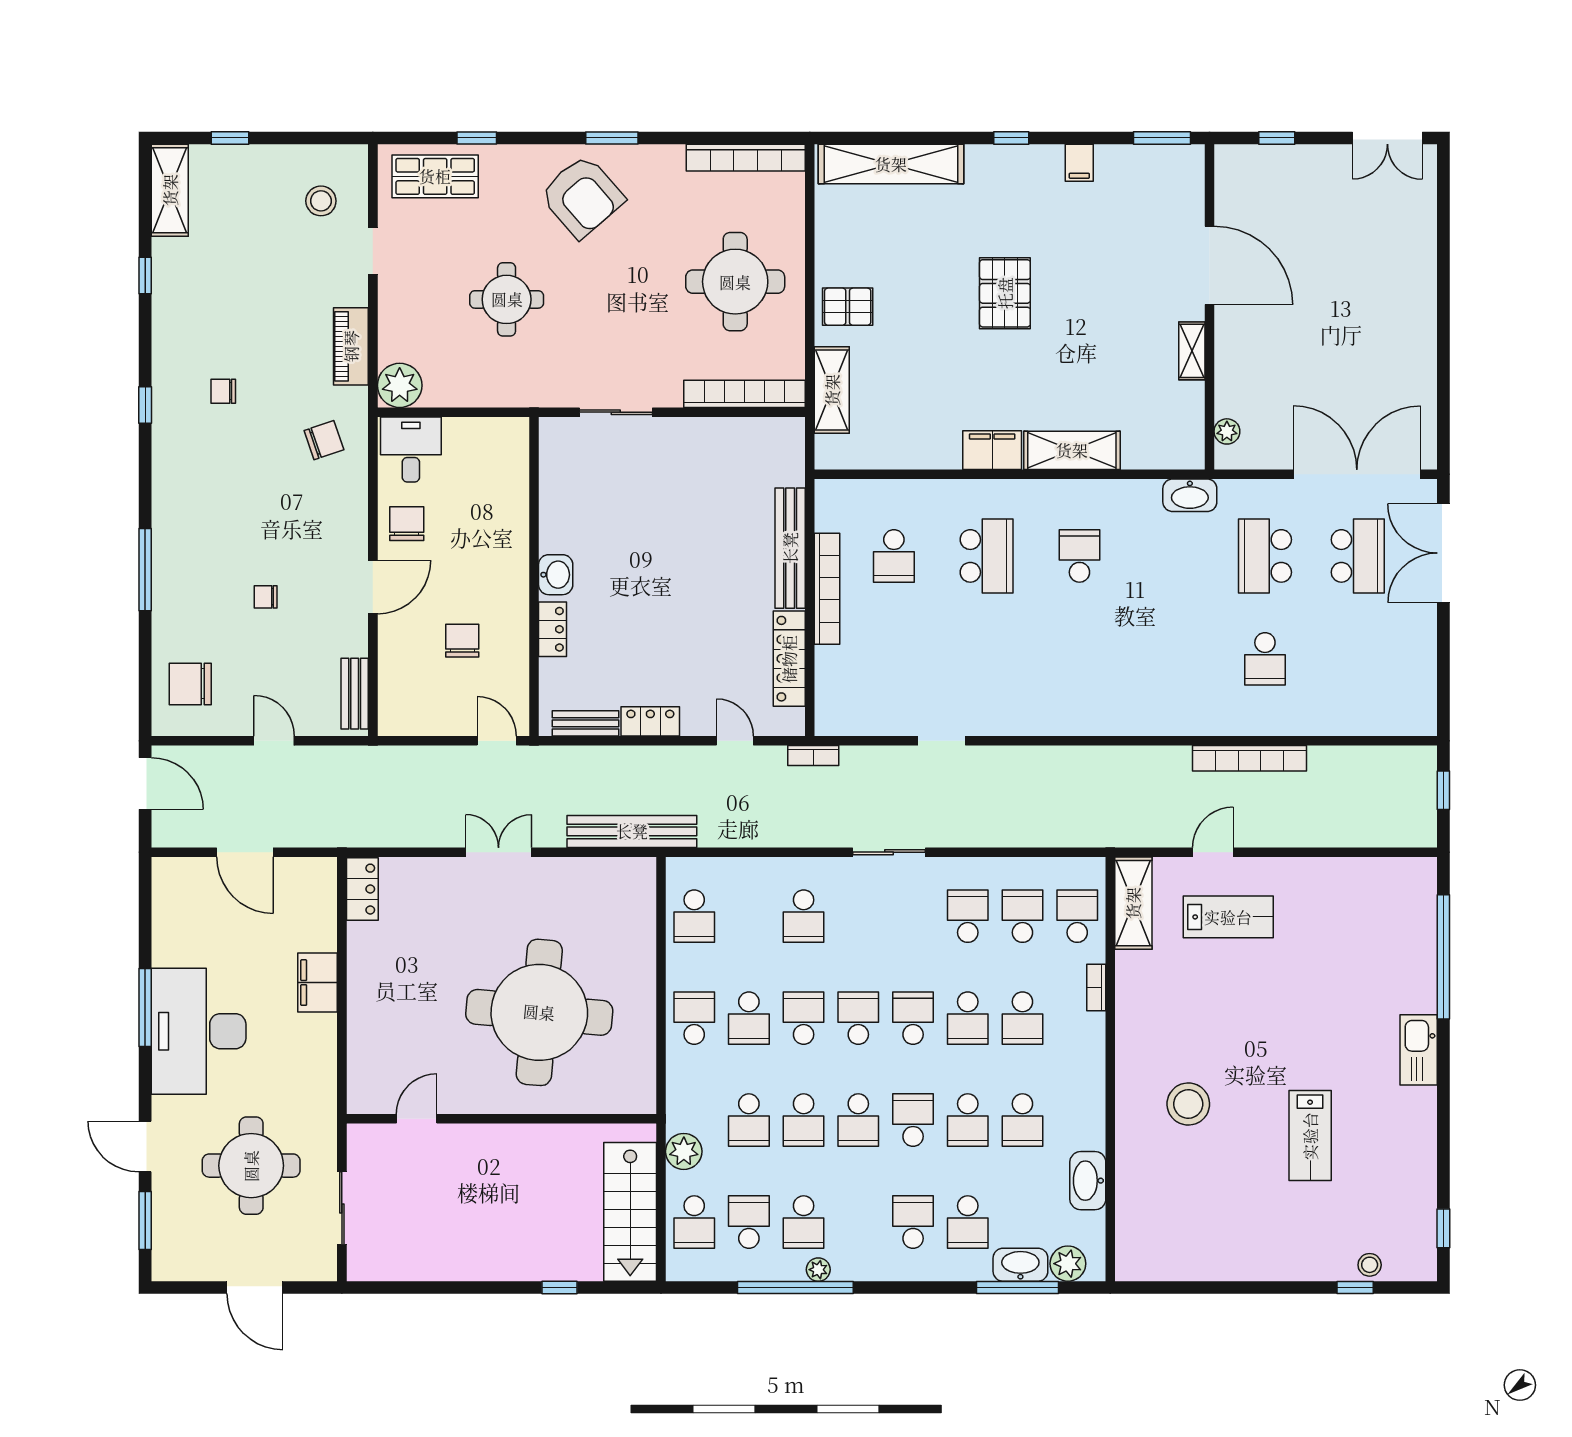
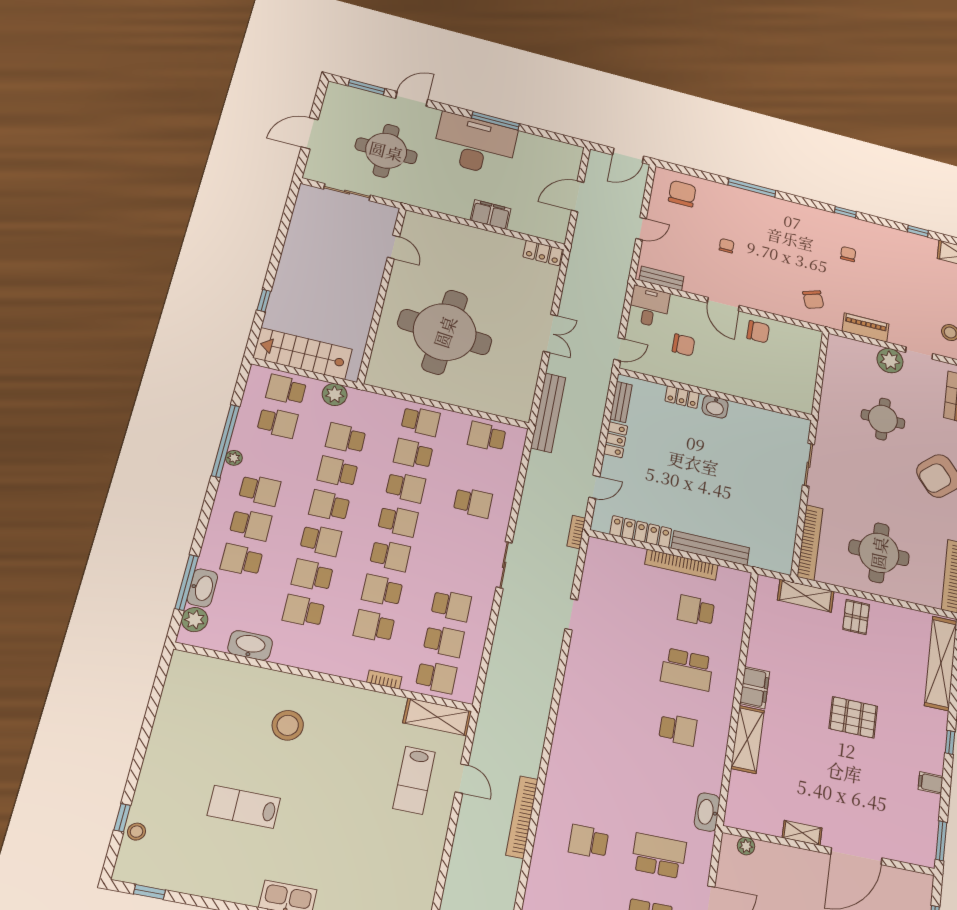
plant: (400, 385) -> (890, 361), moved
desk: (411, 450) -> (649, 307), moved, turned -90
school desk: (804, 916) -> (473, 502), turned 180
school desk: (804, 1222) -> (260, 490), moved, turned 180

